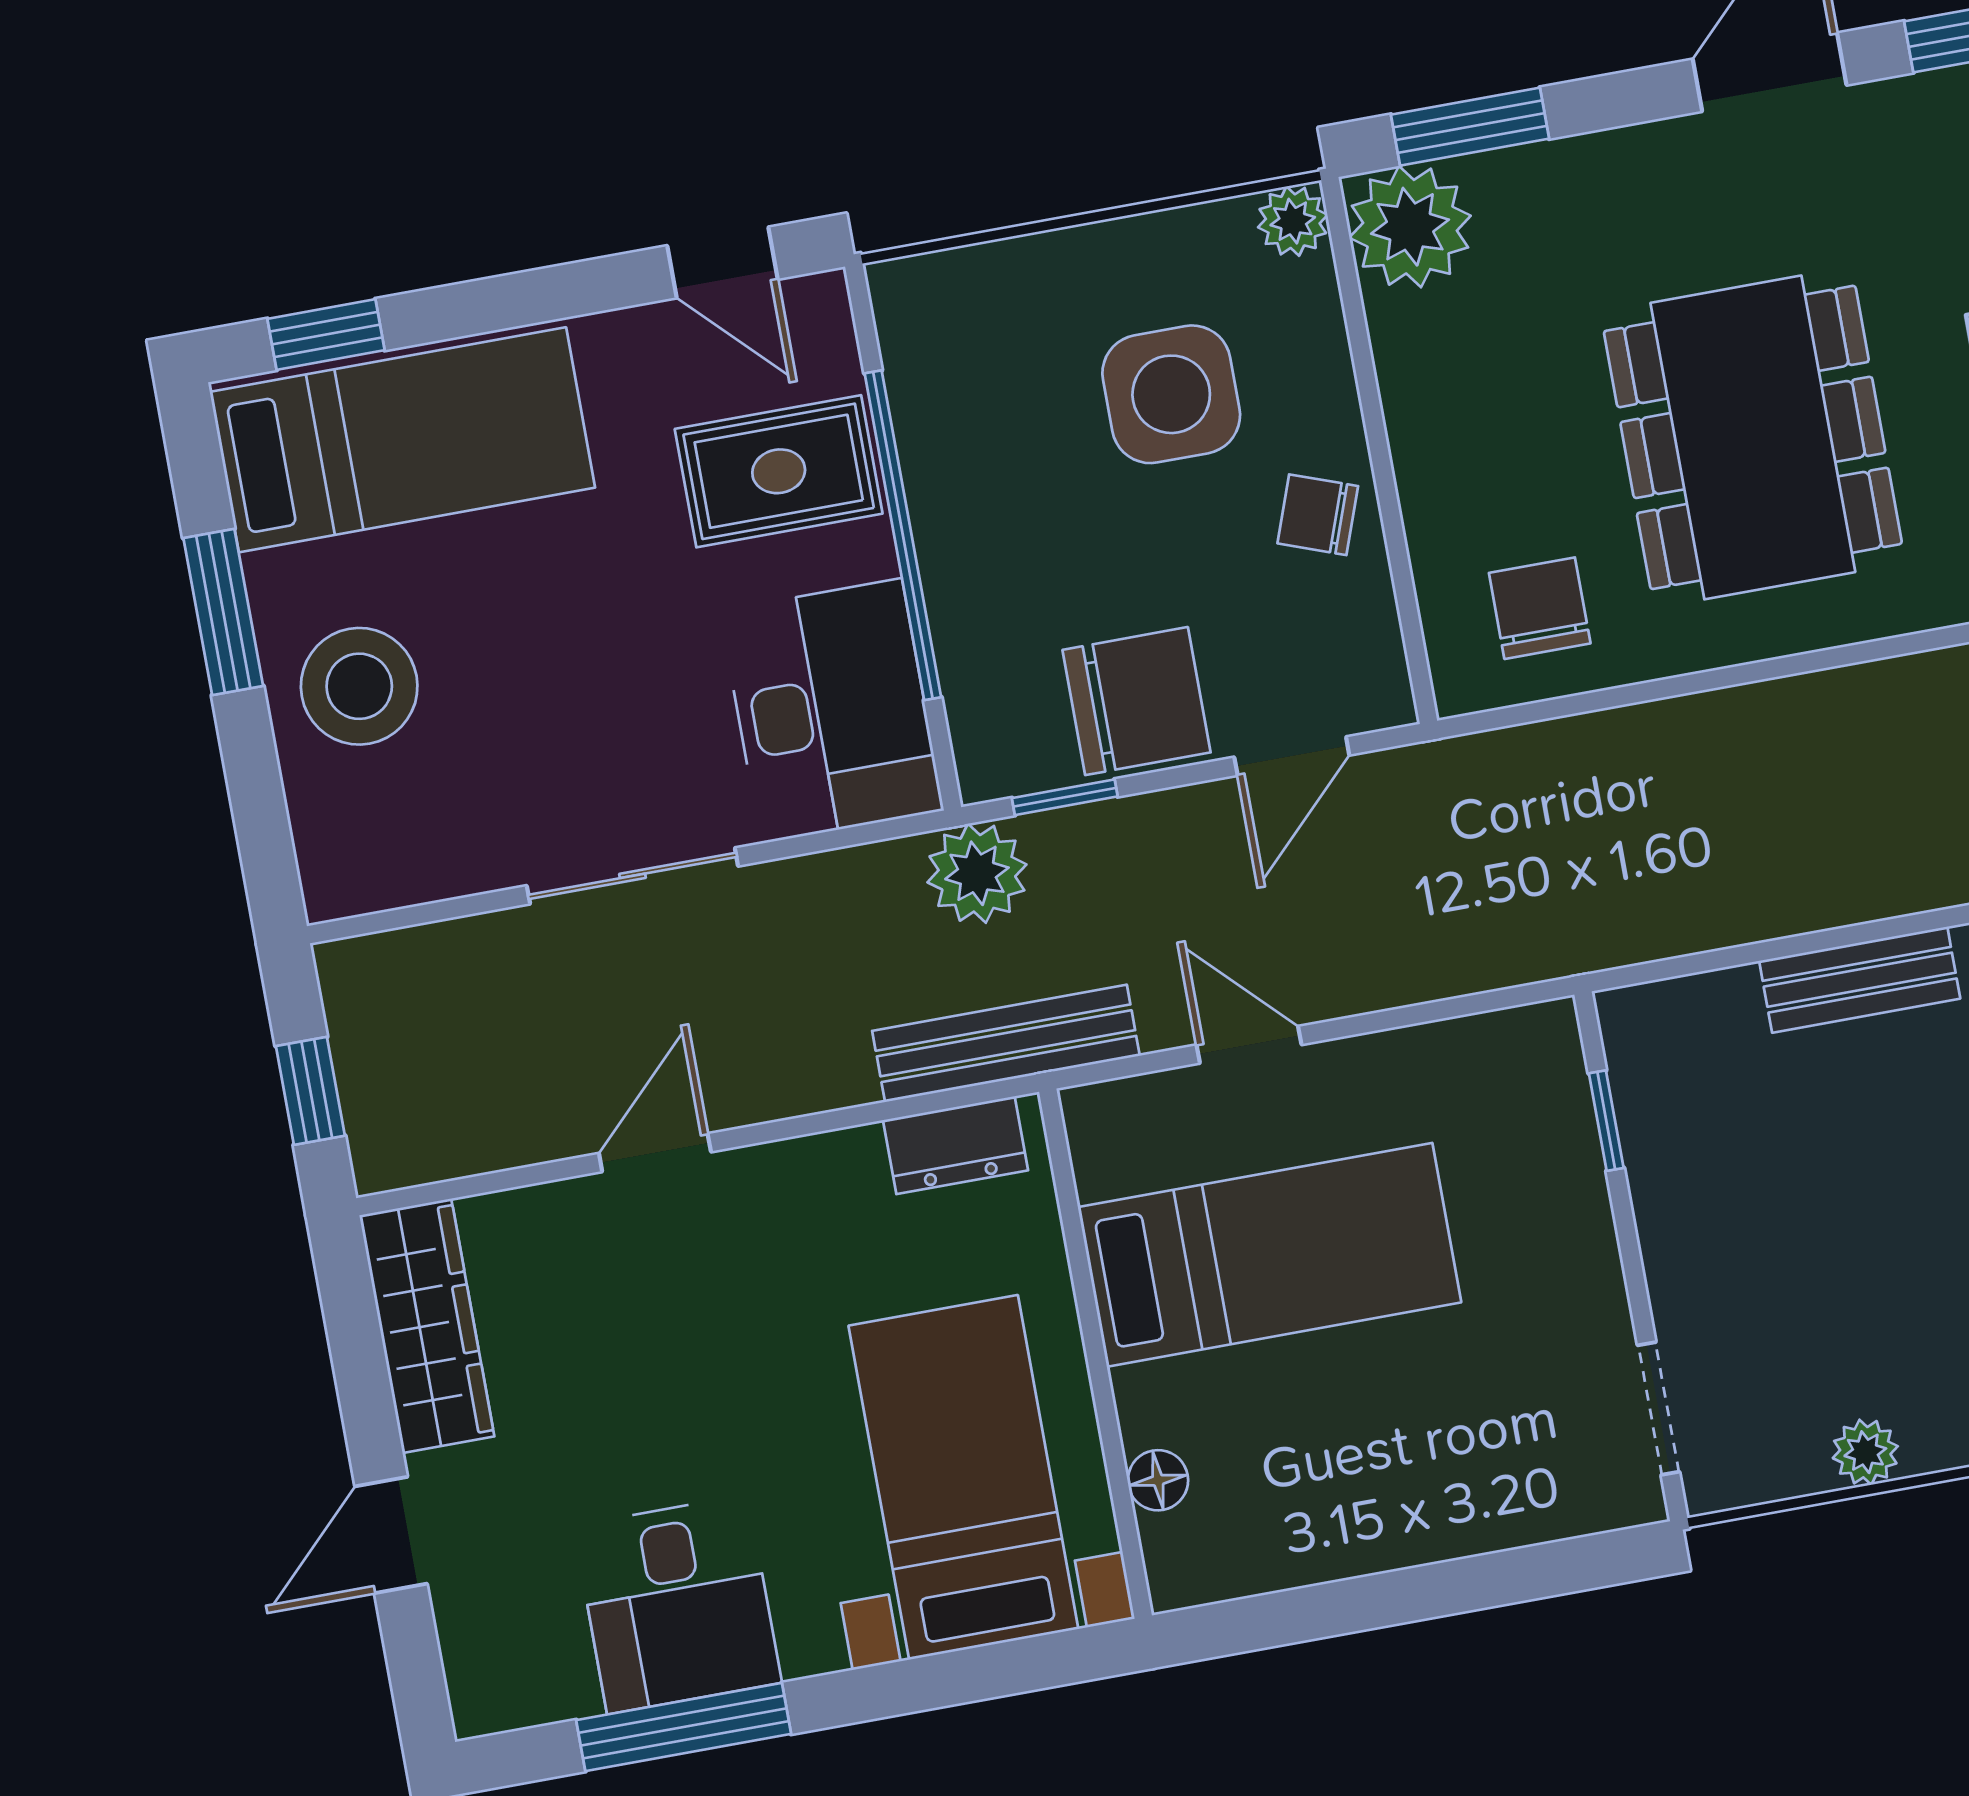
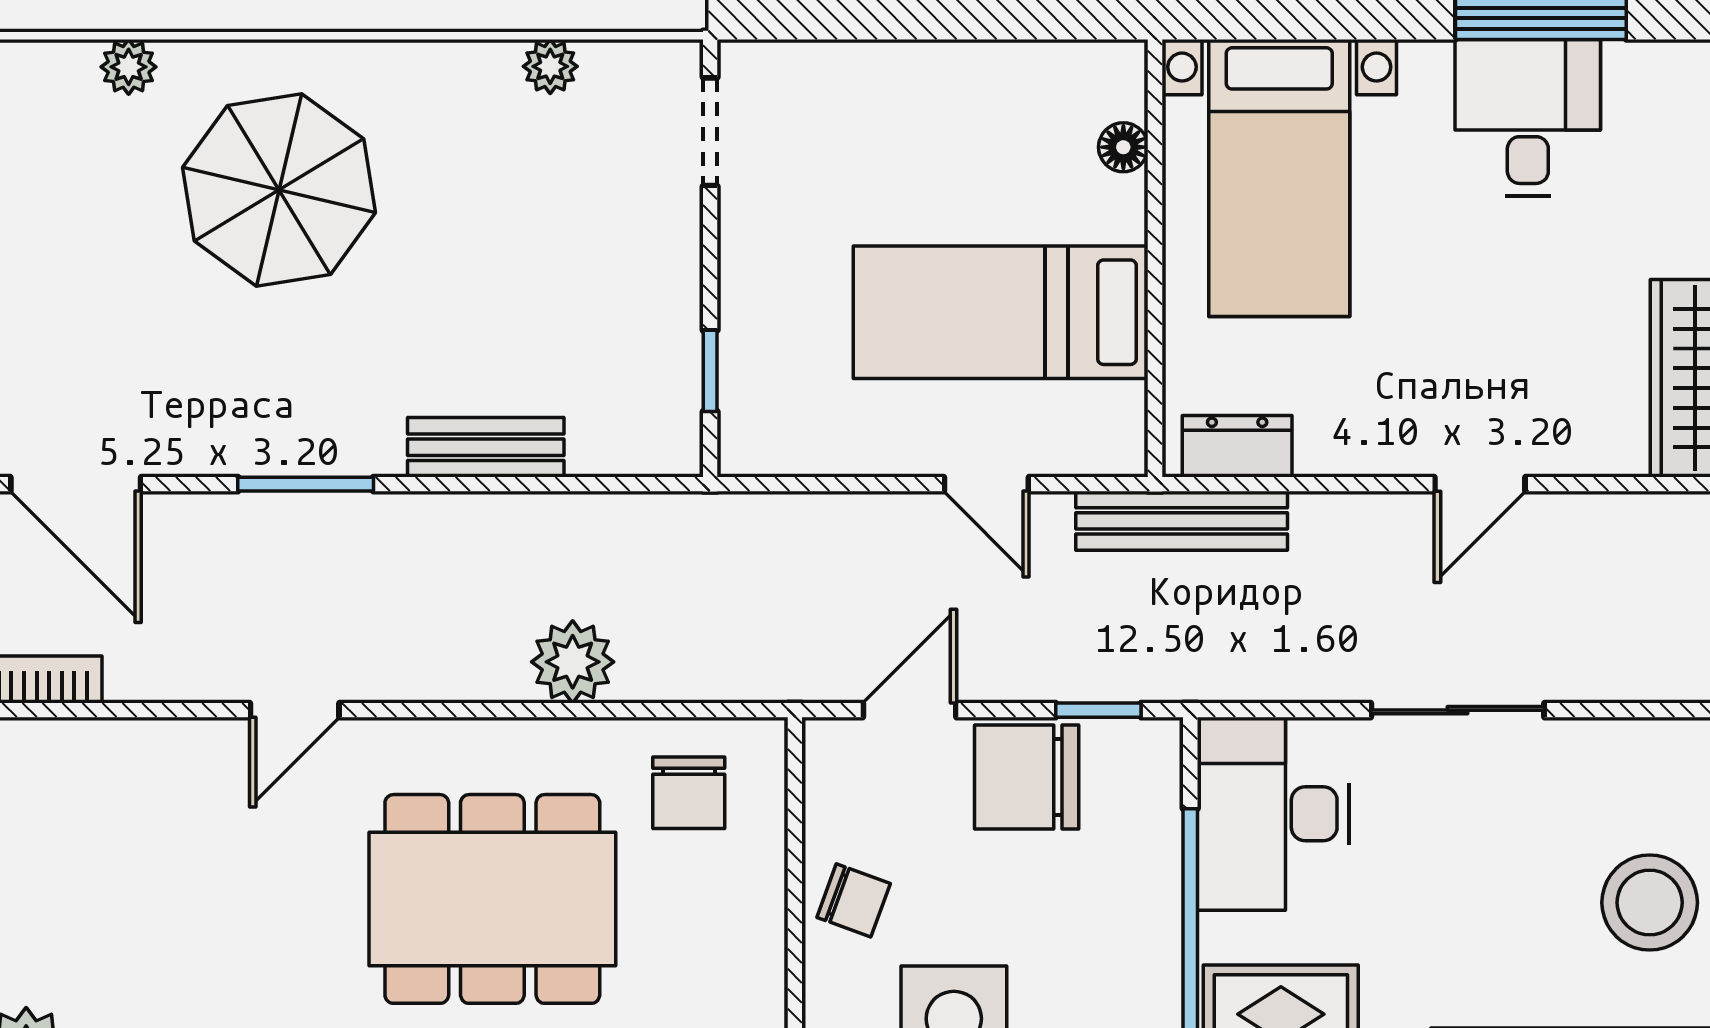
dining table: (1753, 437) -> (492, 899), turned 90
plant: (977, 873) -> (573, 662), moved

